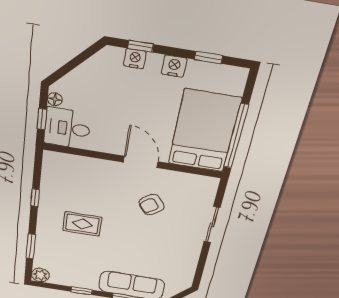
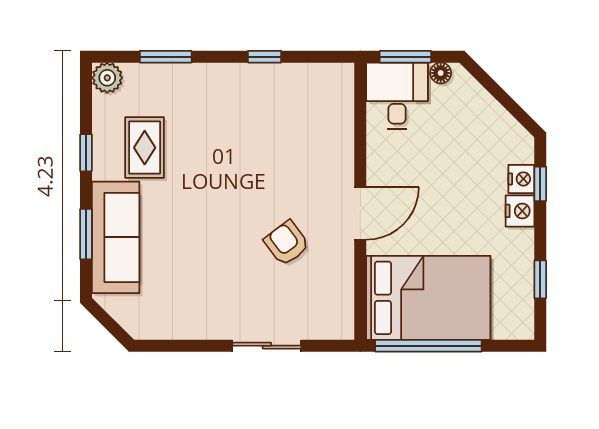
nightstand: (174, 66) -> (520, 211), moved
window: (42, 119) -> (405, 57), width x1.50
rug: (82, 224) -> (145, 148), moved

